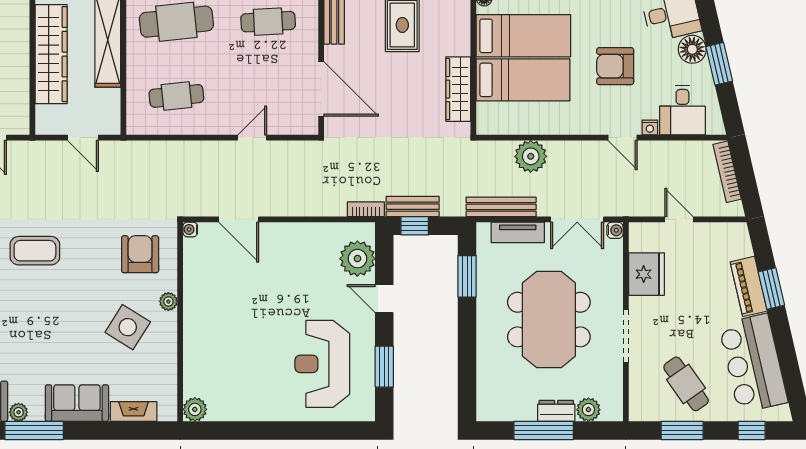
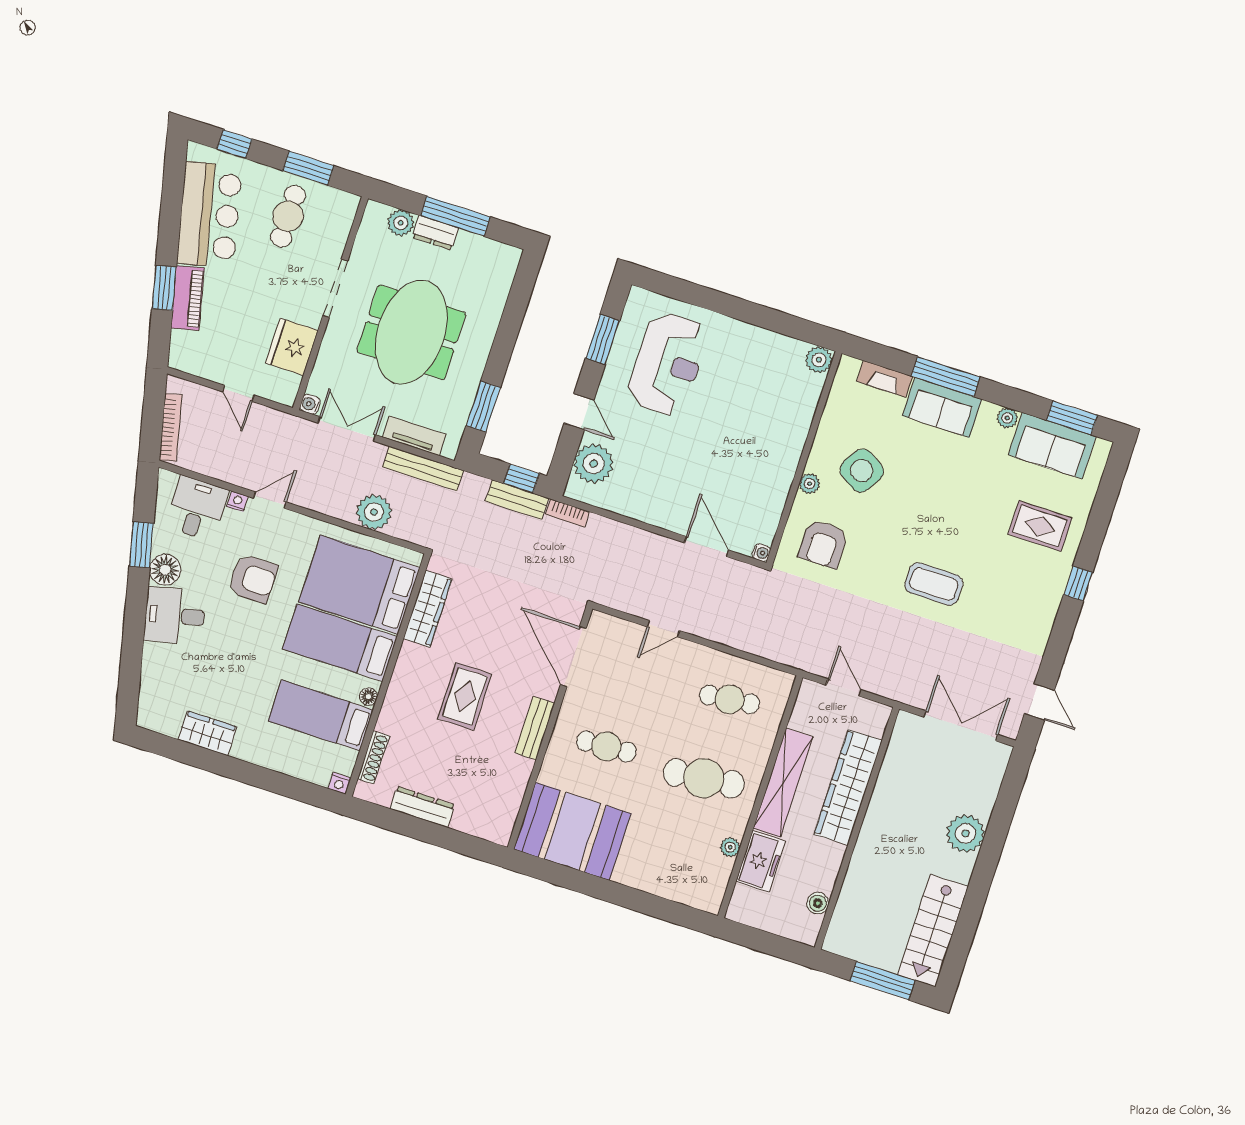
bed: (523, 80) -> (359, 585), width x1.50
door: (623, 138) -> (270, 500), hinge flipped
cafe table: (686, 384) -> (288, 216), turned 35
window: (34, 430) -> (946, 376), moved

